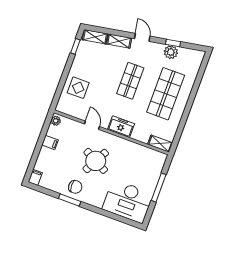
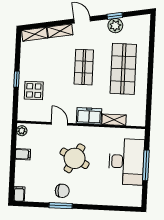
window: (75, 46) -> (17, 79), moved
shelving: (160, 144) -> (114, 120), moved
desk: (128, 201) -> (126, 162), moved, turned -90

